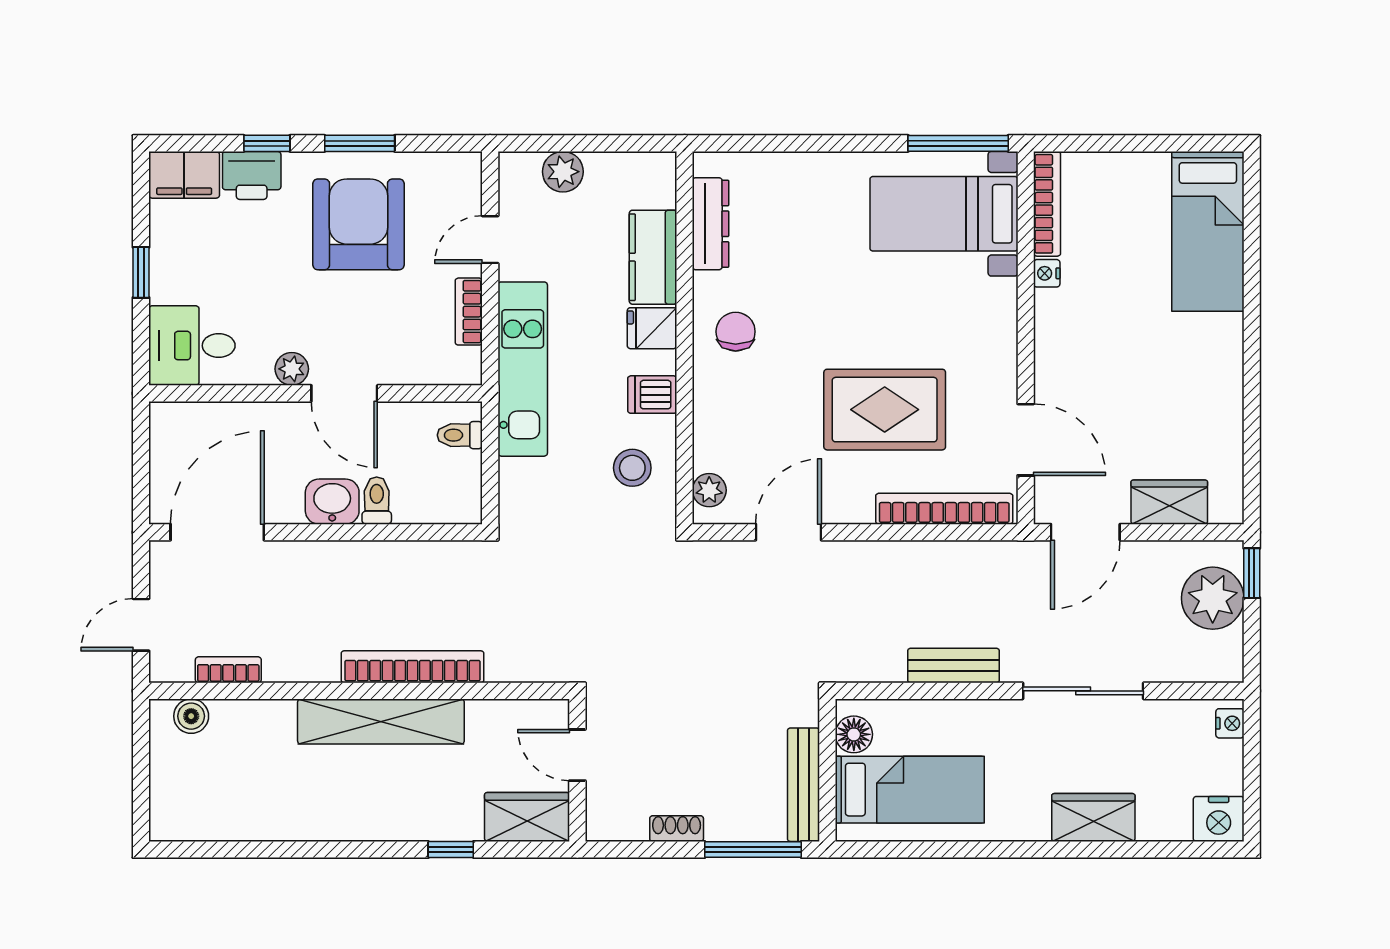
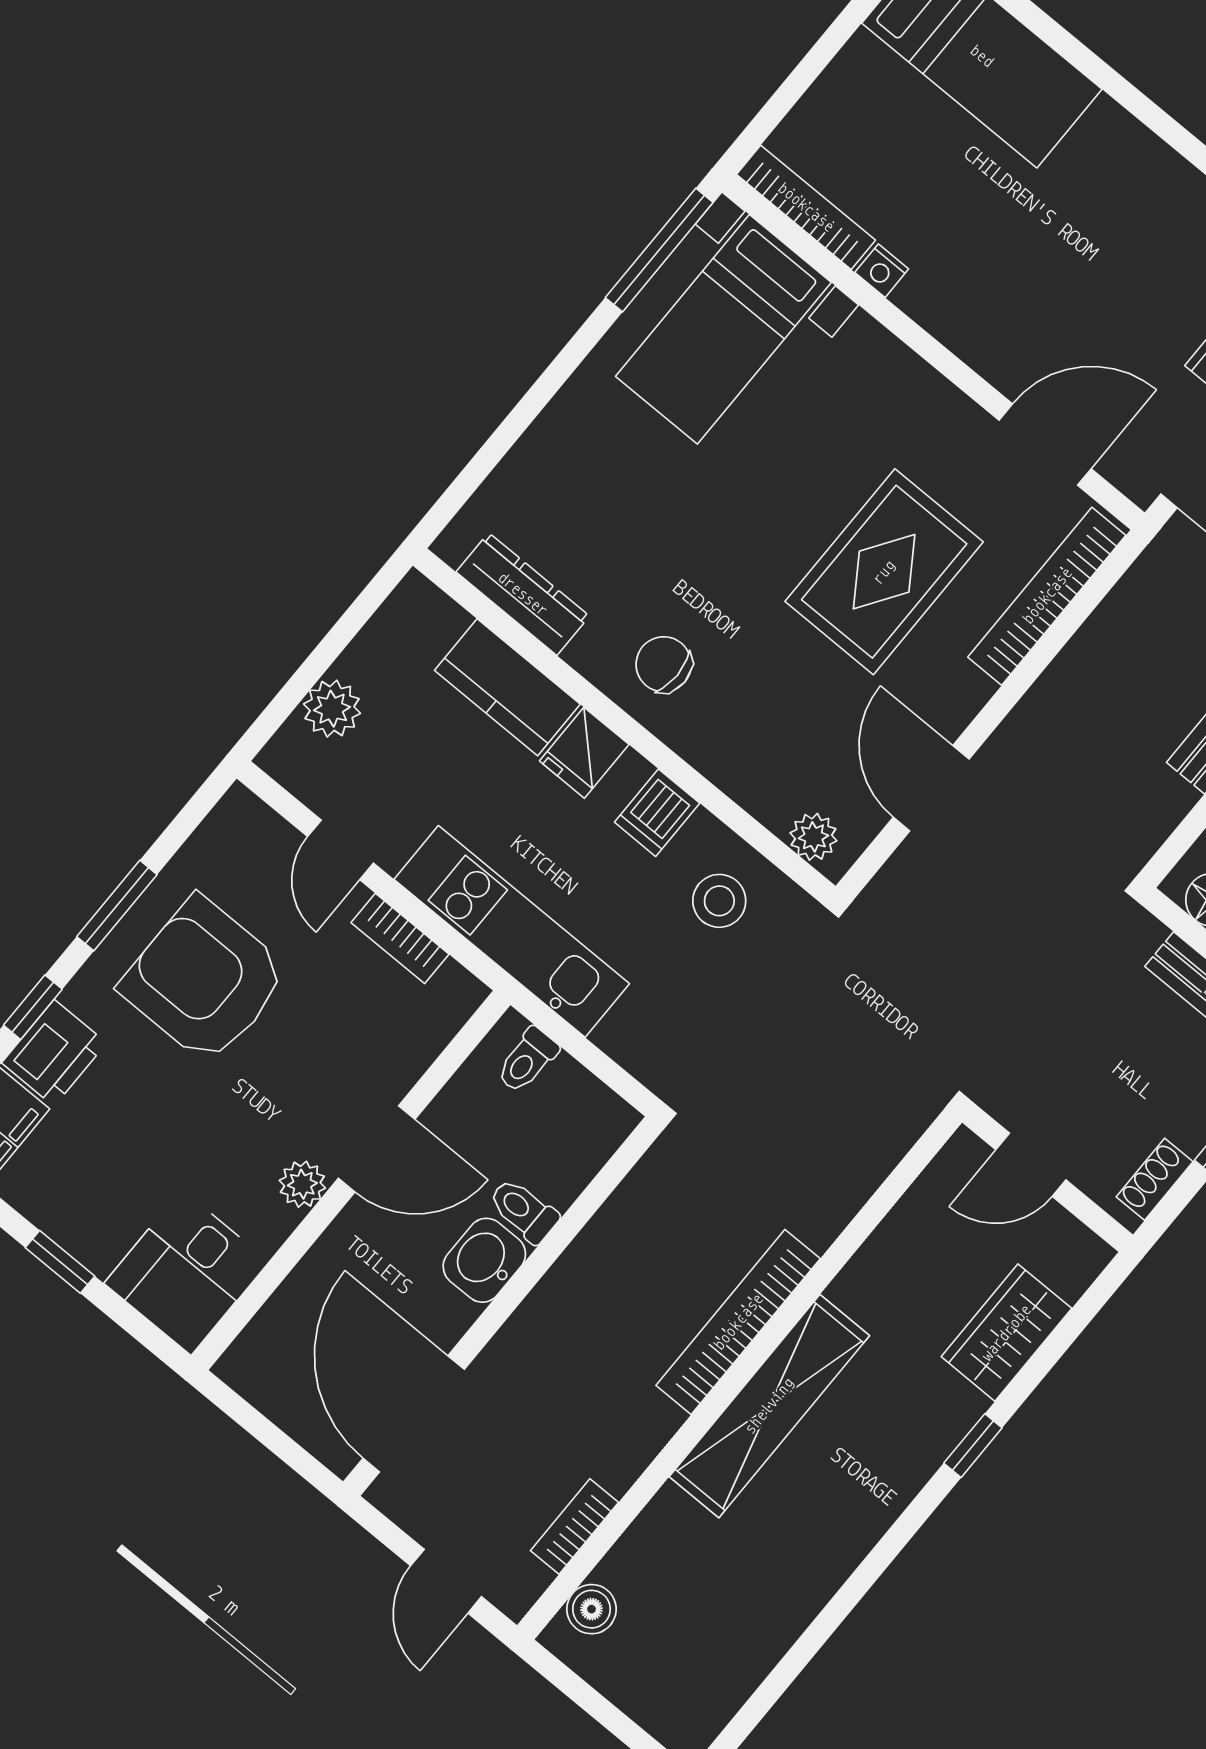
door: (577, 755) -> (1031, 1165), moved
wall: (577, 770) -> (1048, 1179), moved

